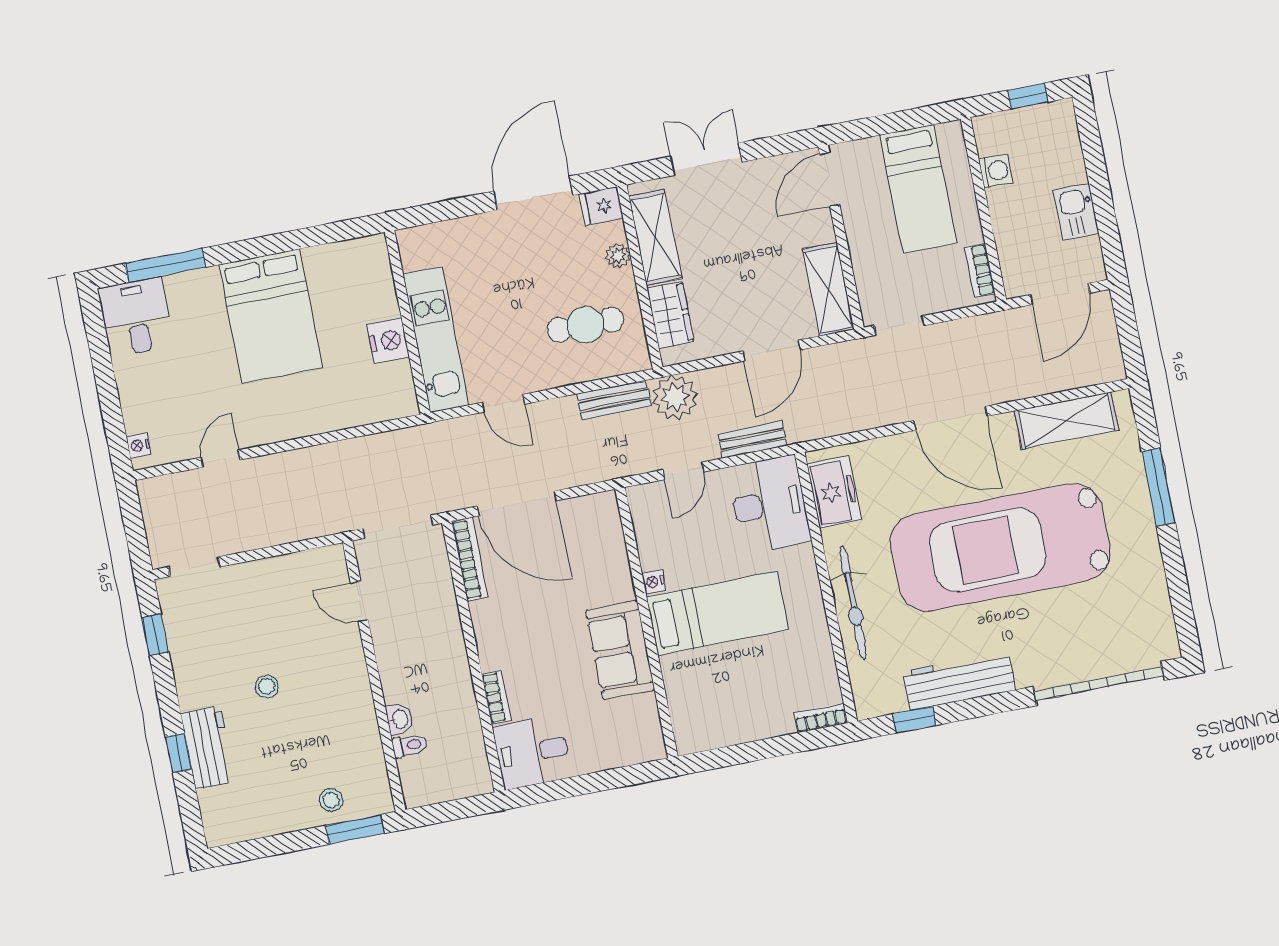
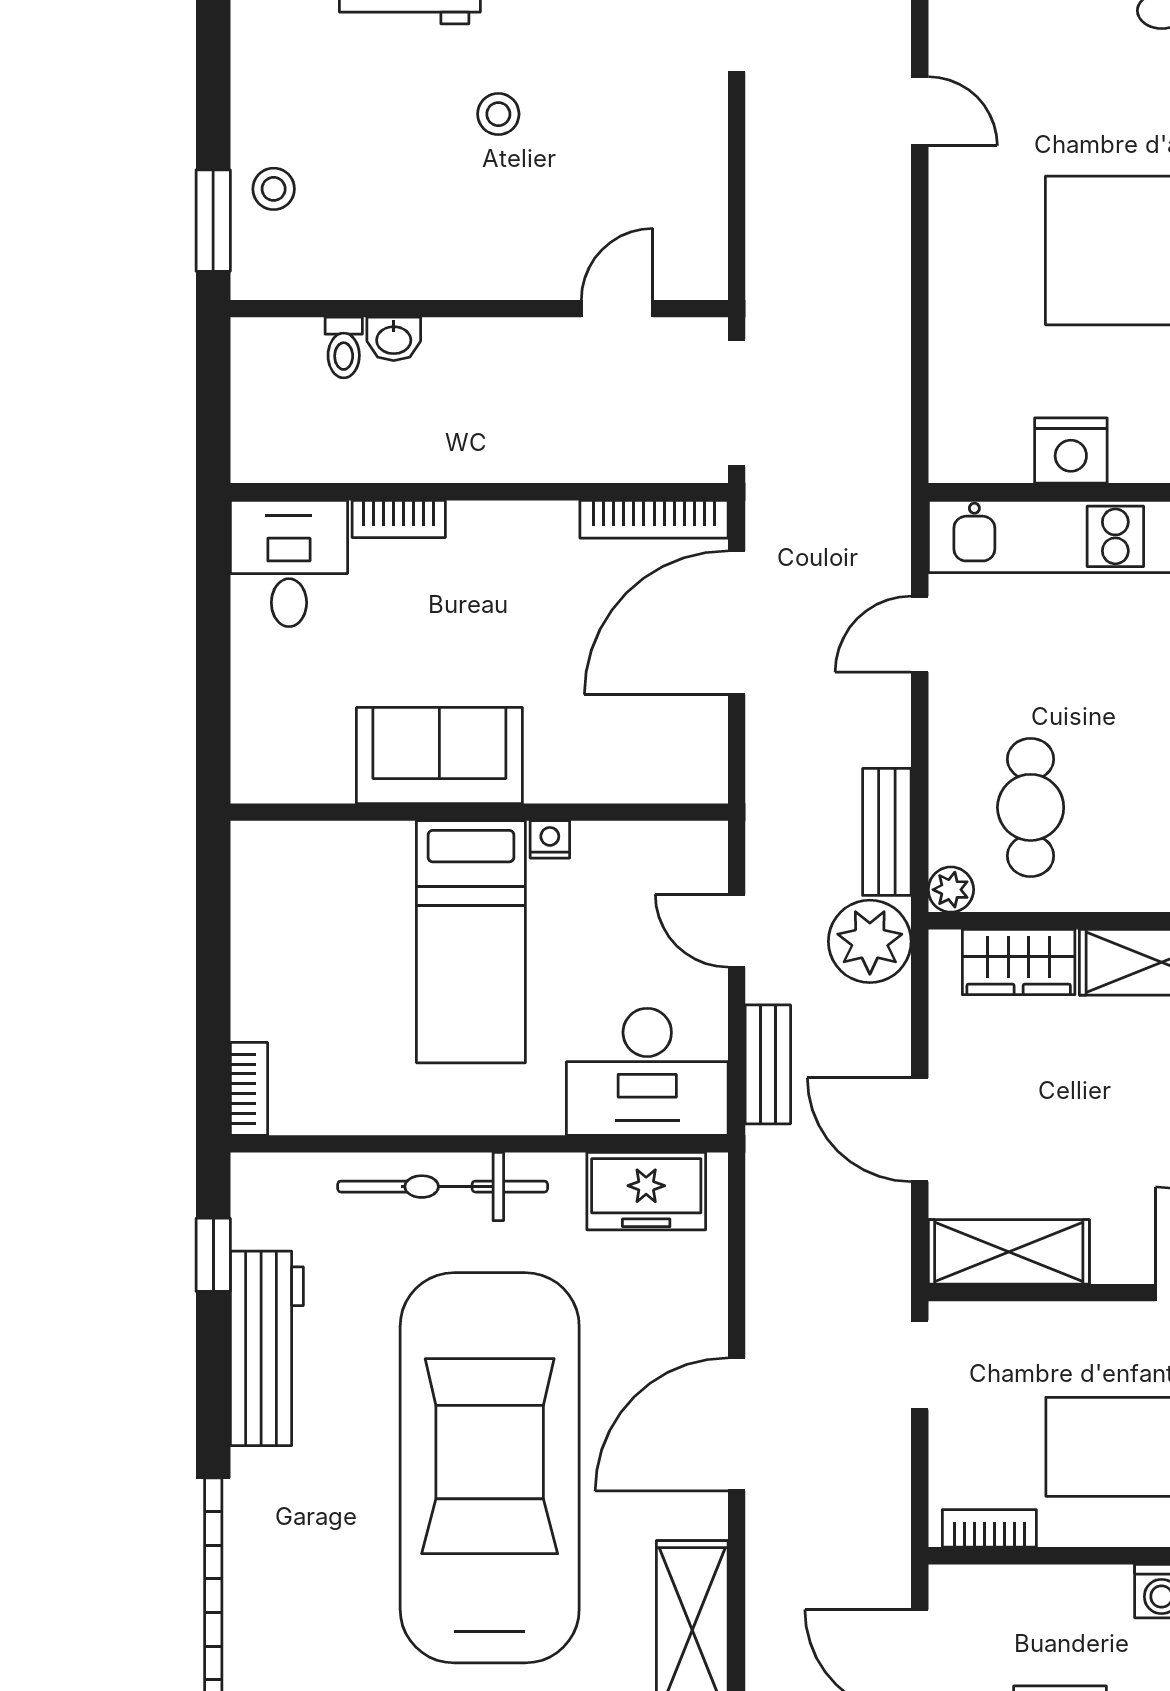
plant: (618, 256) -> (951, 890), moved

